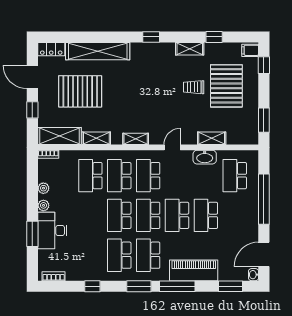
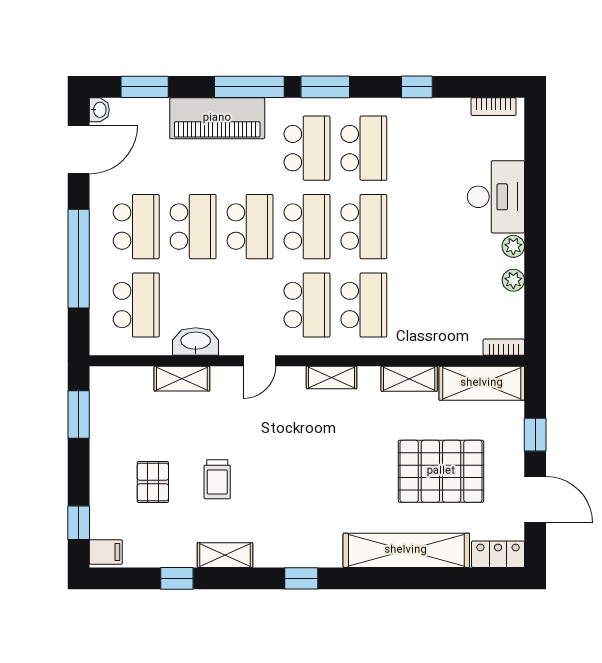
pallet: (226, 86) -> (153, 482), width x0.49, depth x0.50
trolley: (194, 87) -> (217, 479), turned 90
school desk: (90, 176) -> (136, 227), moved
window: (32, 234) -> (535, 190), removed

